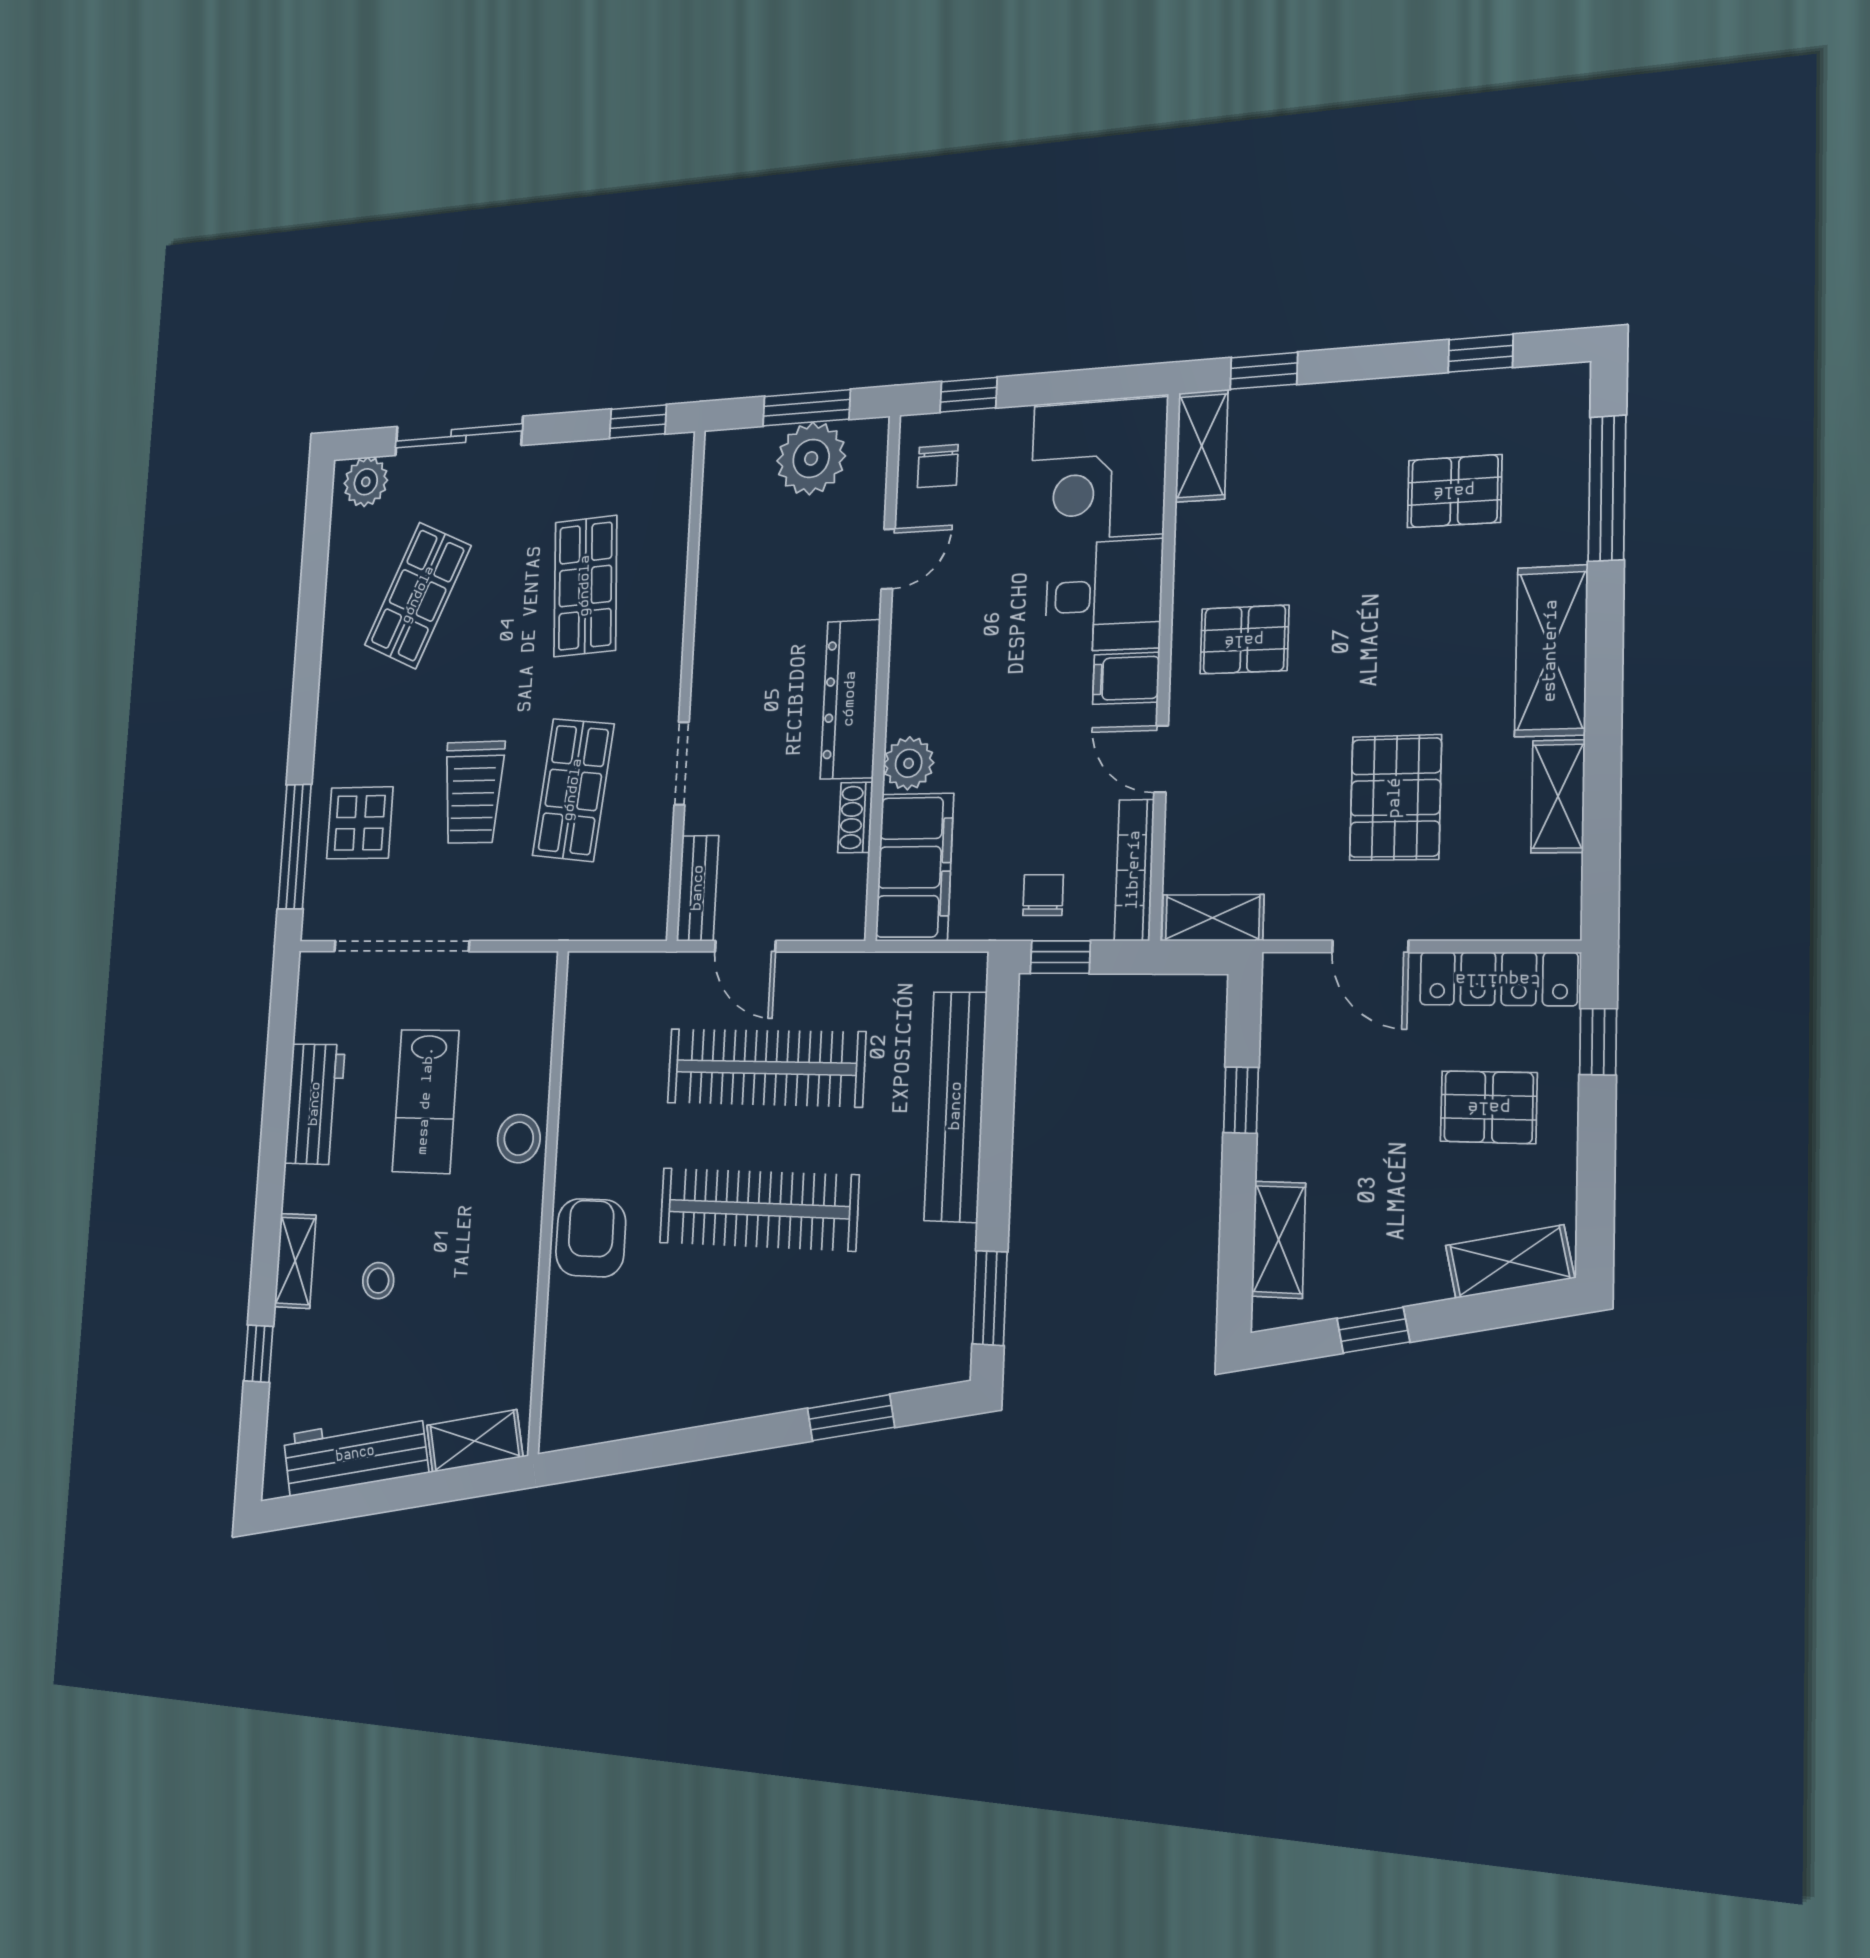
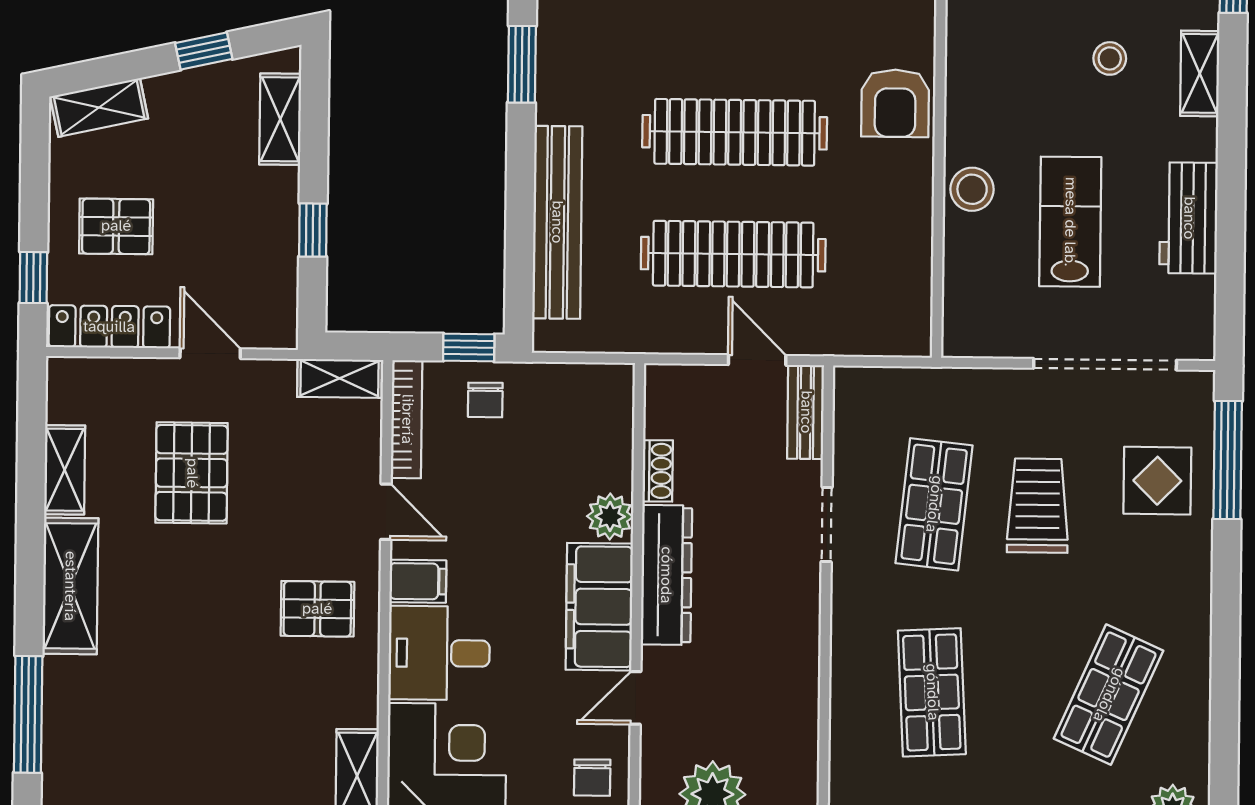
chair: (938, 466) -> (592, 778), turned 180
pallet: (1454, 491) -> (147, 721), removed
filing cabinet: (914, 867) -> (599, 607), moved

